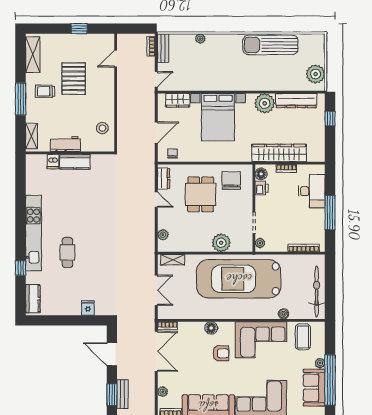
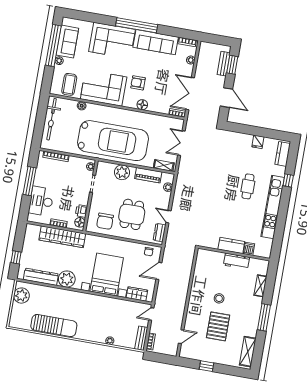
trolley: (45, 91) -> (243, 320), removed
stool: (102, 128) -> (219, 298), moved
workbench: (65, 144) -> (236, 261), moved
wall: (70, 153) -> (234, 253), moved
dishwasher: (53, 161) -> (249, 249), moved
kitchen counter: (75, 162) -> (231, 245), moved
piano: (189, 245) -> (148, 175), added
fridge: (88, 308) -> (258, 142), moved

